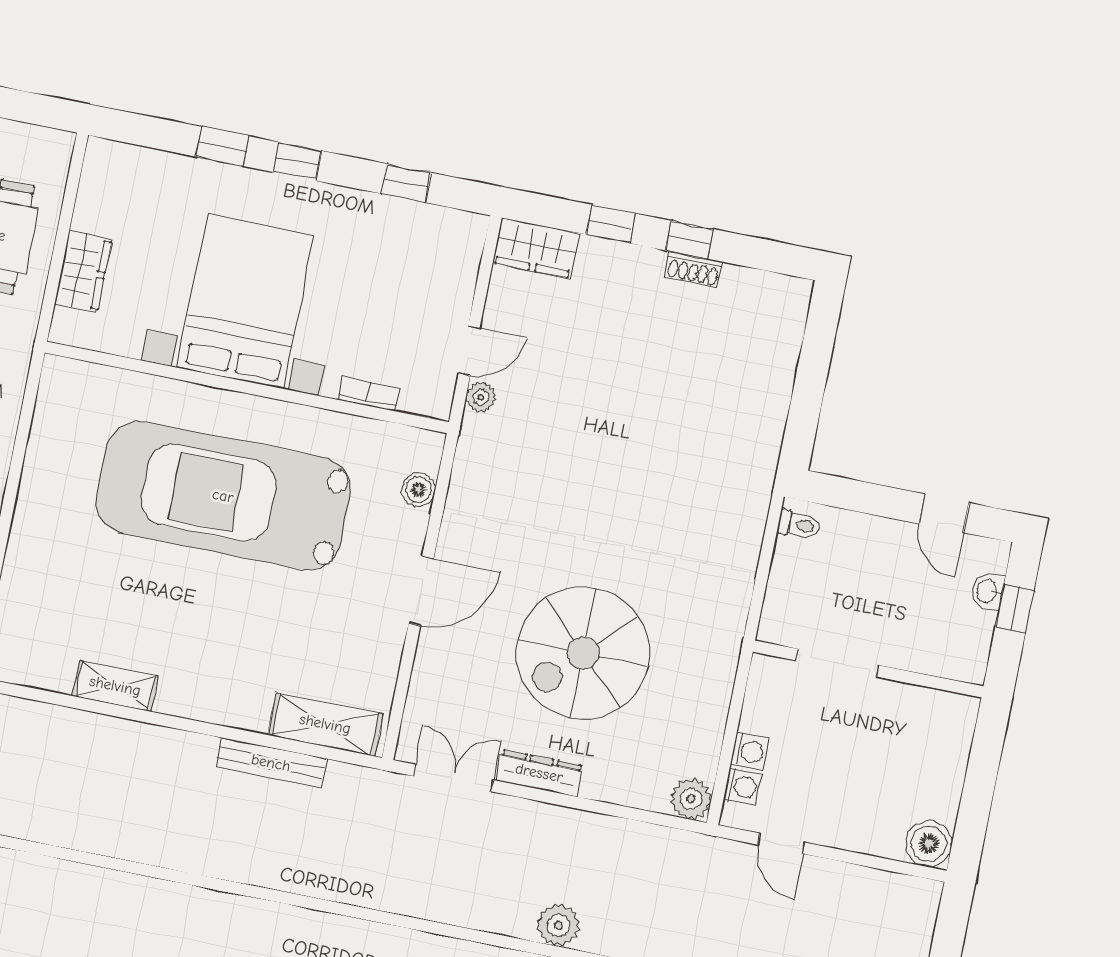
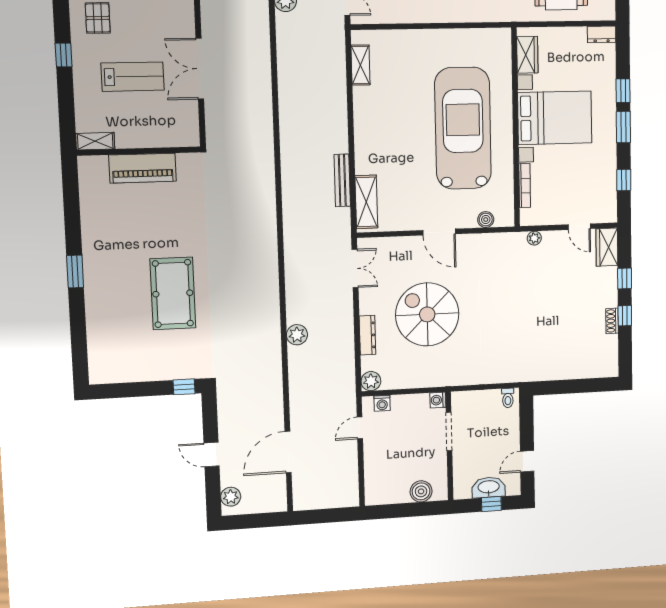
window: (297, 161) -> (623, 127), width x1.50
dresser: (99, 168) -> (602, 34), added
wardrobe: (83, 272) -> (527, 55), moved, turned -90
door: (469, 351) -> (579, 227), moved
bookcase: (368, 394) -> (525, 186), width x1.56
washbasin: (987, 591) -> (489, 487), width x1.91, depth x1.45
shelving: (115, 686) -> (360, 65), moved
washing machine: (749, 751) -> (438, 400), moved, turned 90
dresser: (539, 773) -> (367, 335), moved
boiler: (929, 844) -> (421, 491), moved

